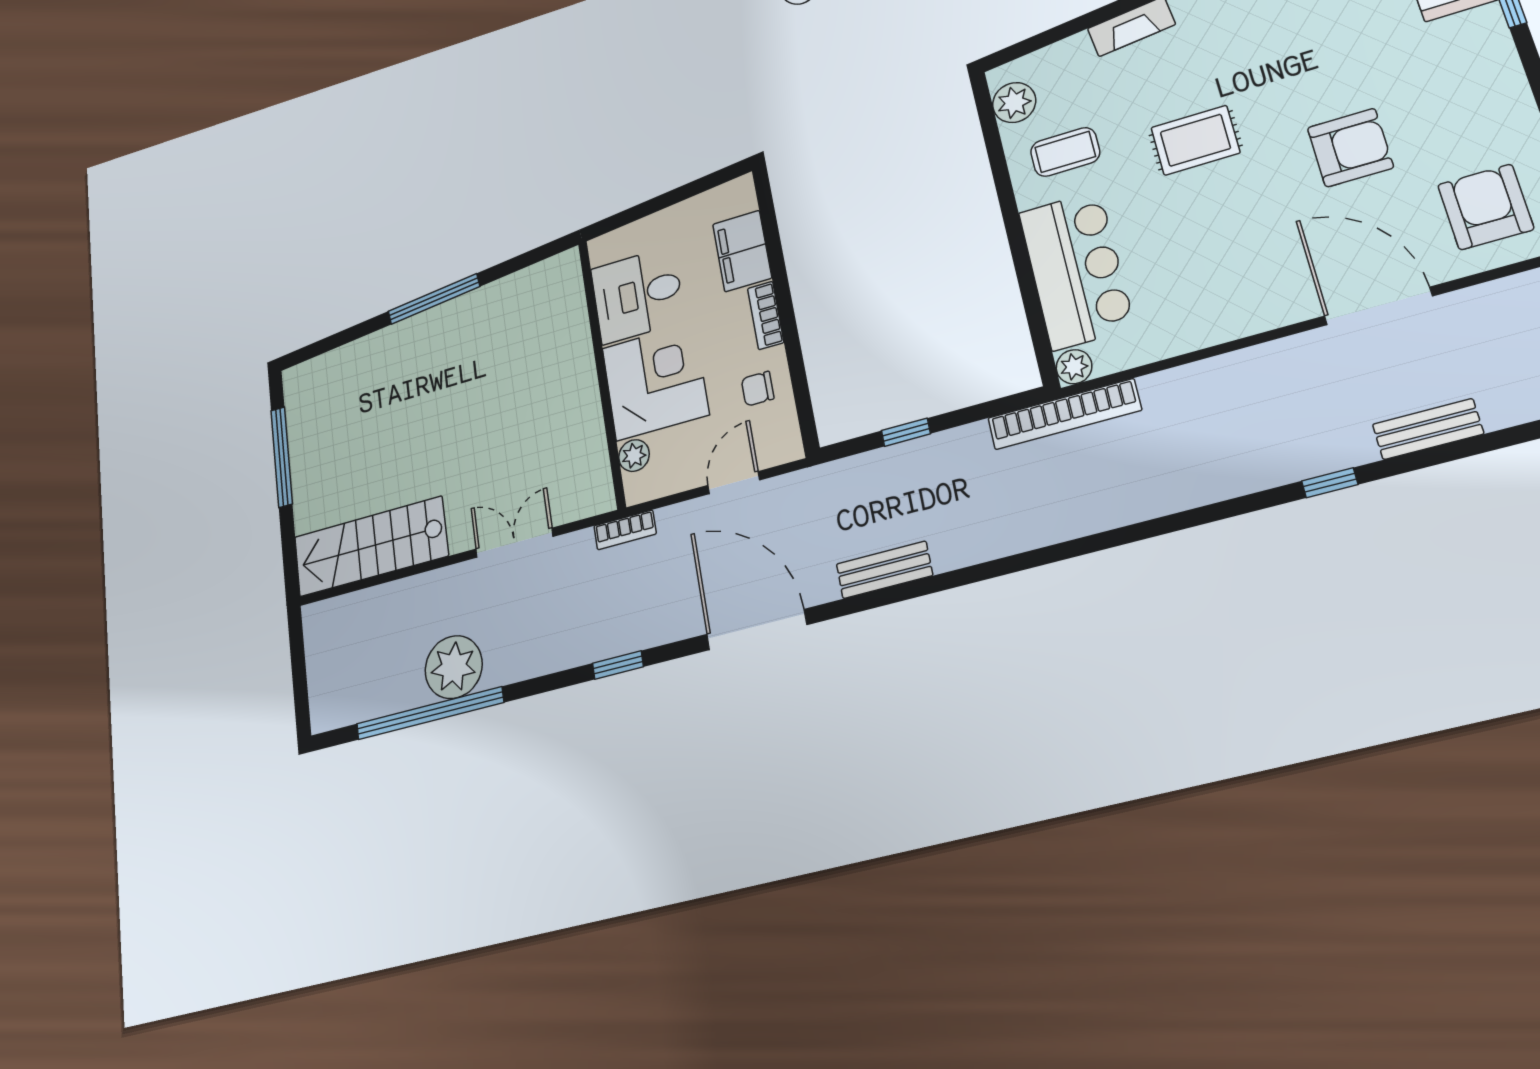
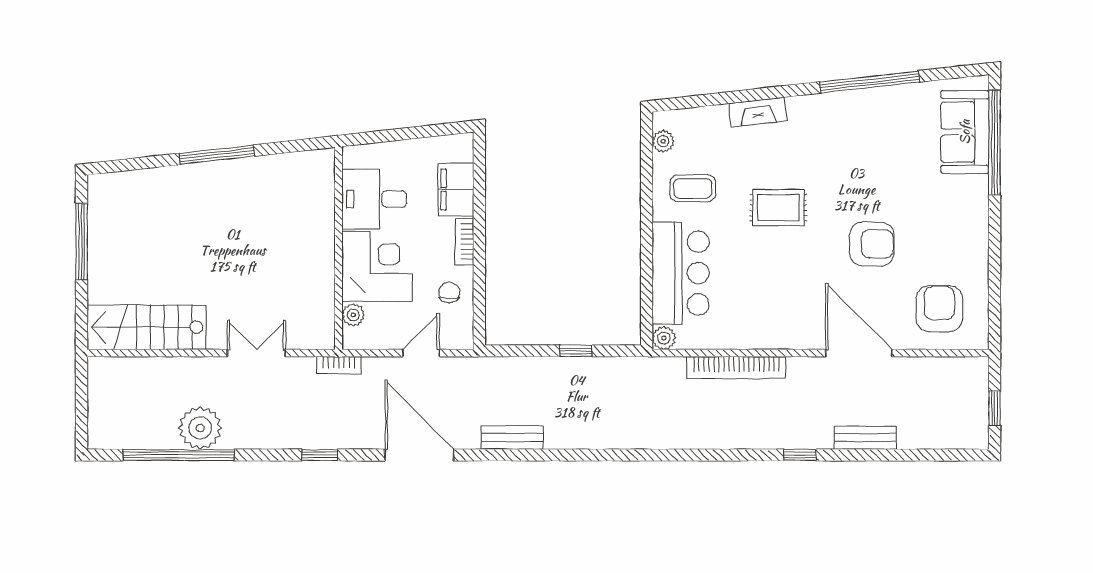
plant: (1014, 103) -> (663, 141), width x0.73, depth x0.73
chair: (758, 389) -> (449, 292), turned 90
bookcase: (1064, 414) -> (736, 368), moved
window: (906, 432) -> (576, 351), moved

